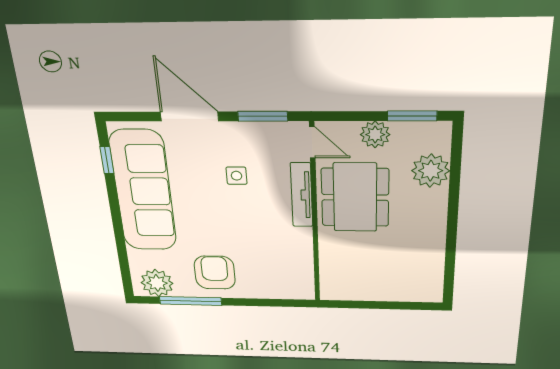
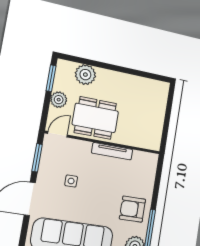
tv unit: (302, 195) -> (112, 151), moved

